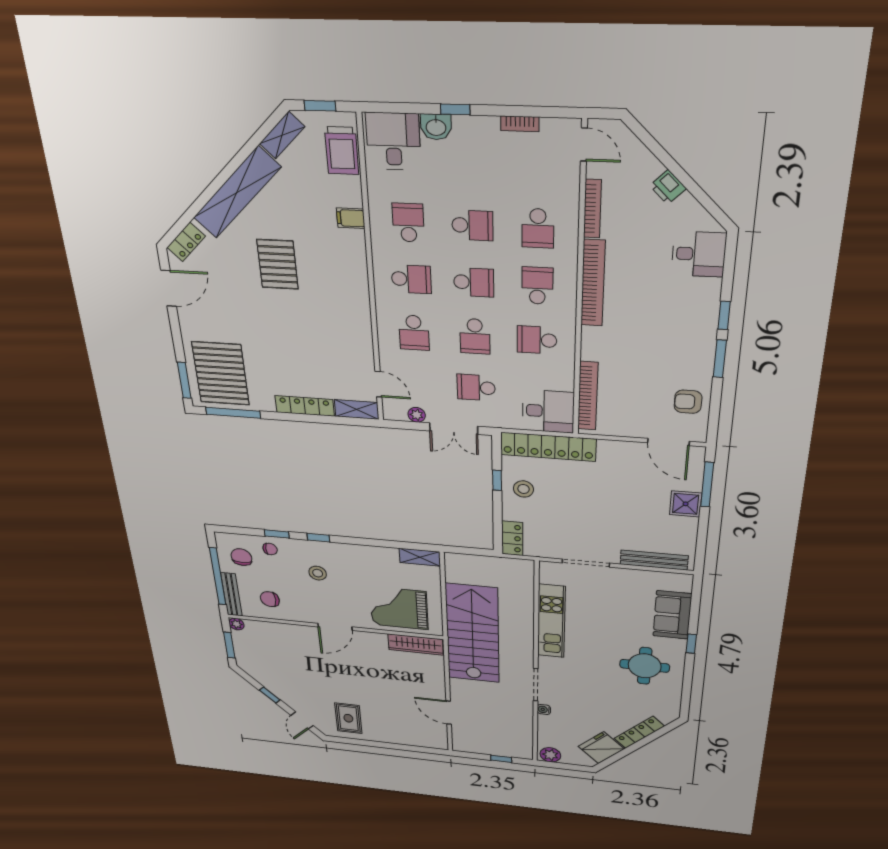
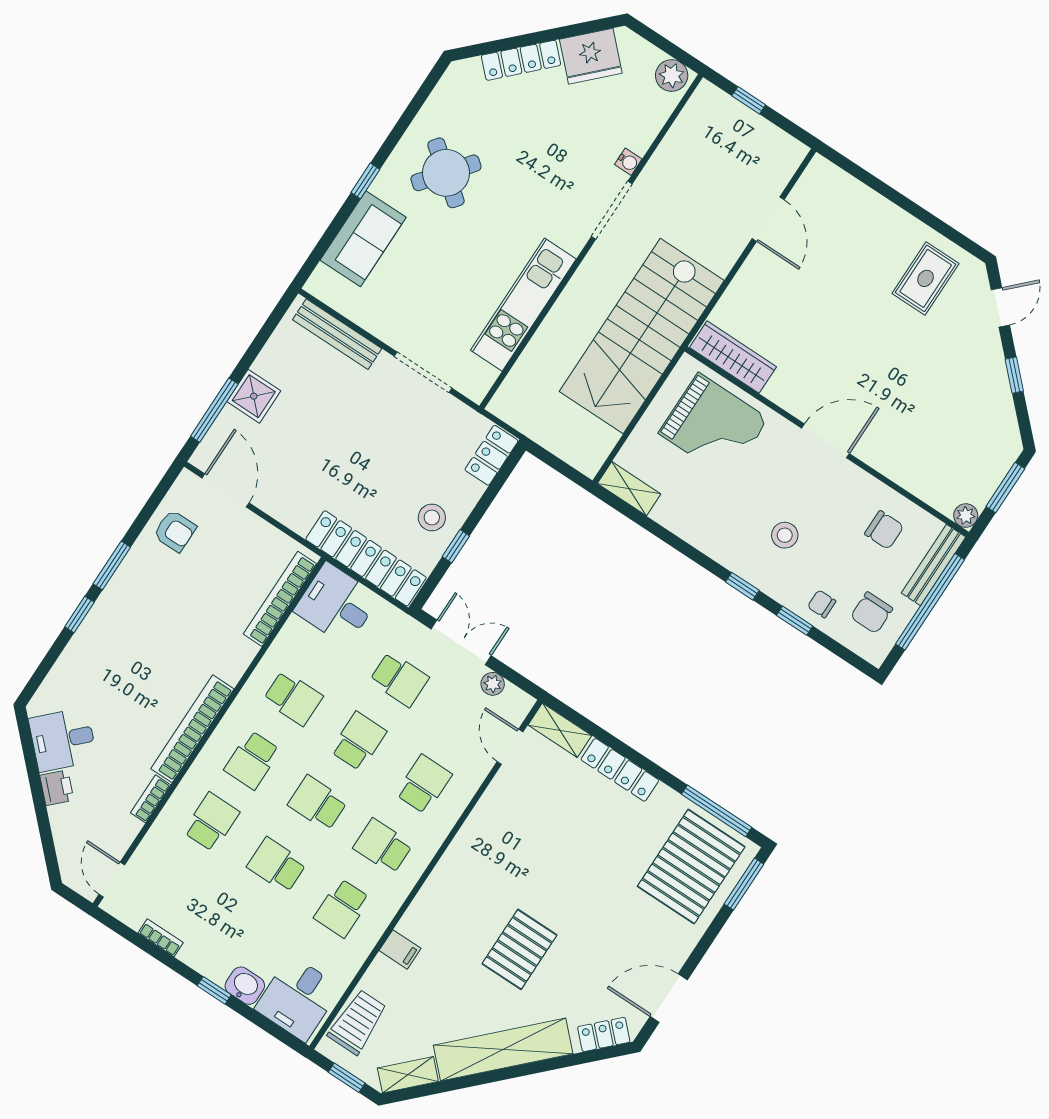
bookcase: (592, 209) -> (151, 799), width x0.64
desk: (699, 254) -> (63, 740), moved, turned -45
round table: (645, 666) -> (446, 173), turned 38

